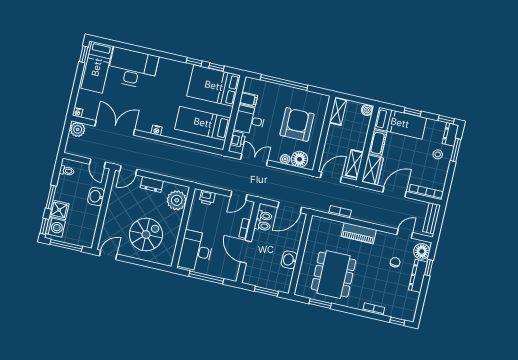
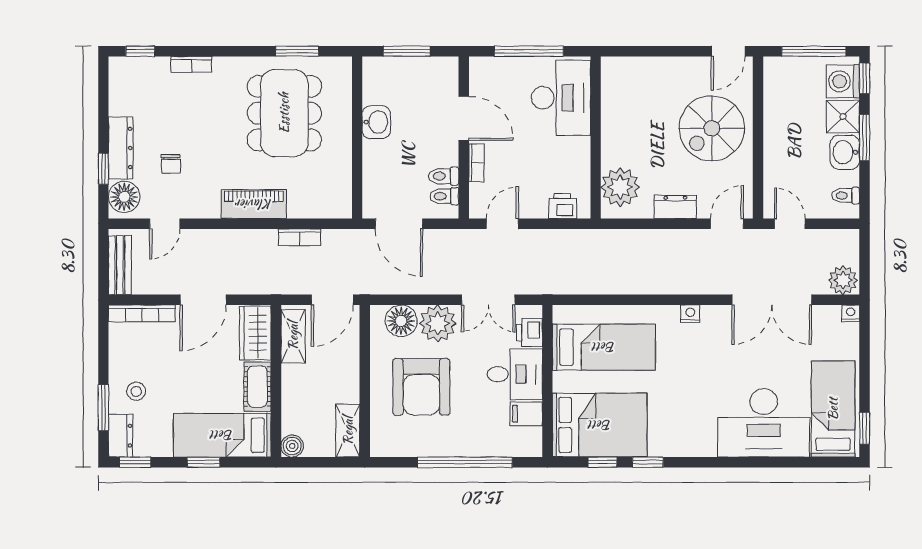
plant: (285, 159) -> (438, 323), width x1.87, depth x1.87
washbasin: (96, 196) -> (845, 152), moved, turned 180
door: (290, 207) -> (399, 224), swing flipped
spiral stairs: (146, 235) -> (712, 128), moved

